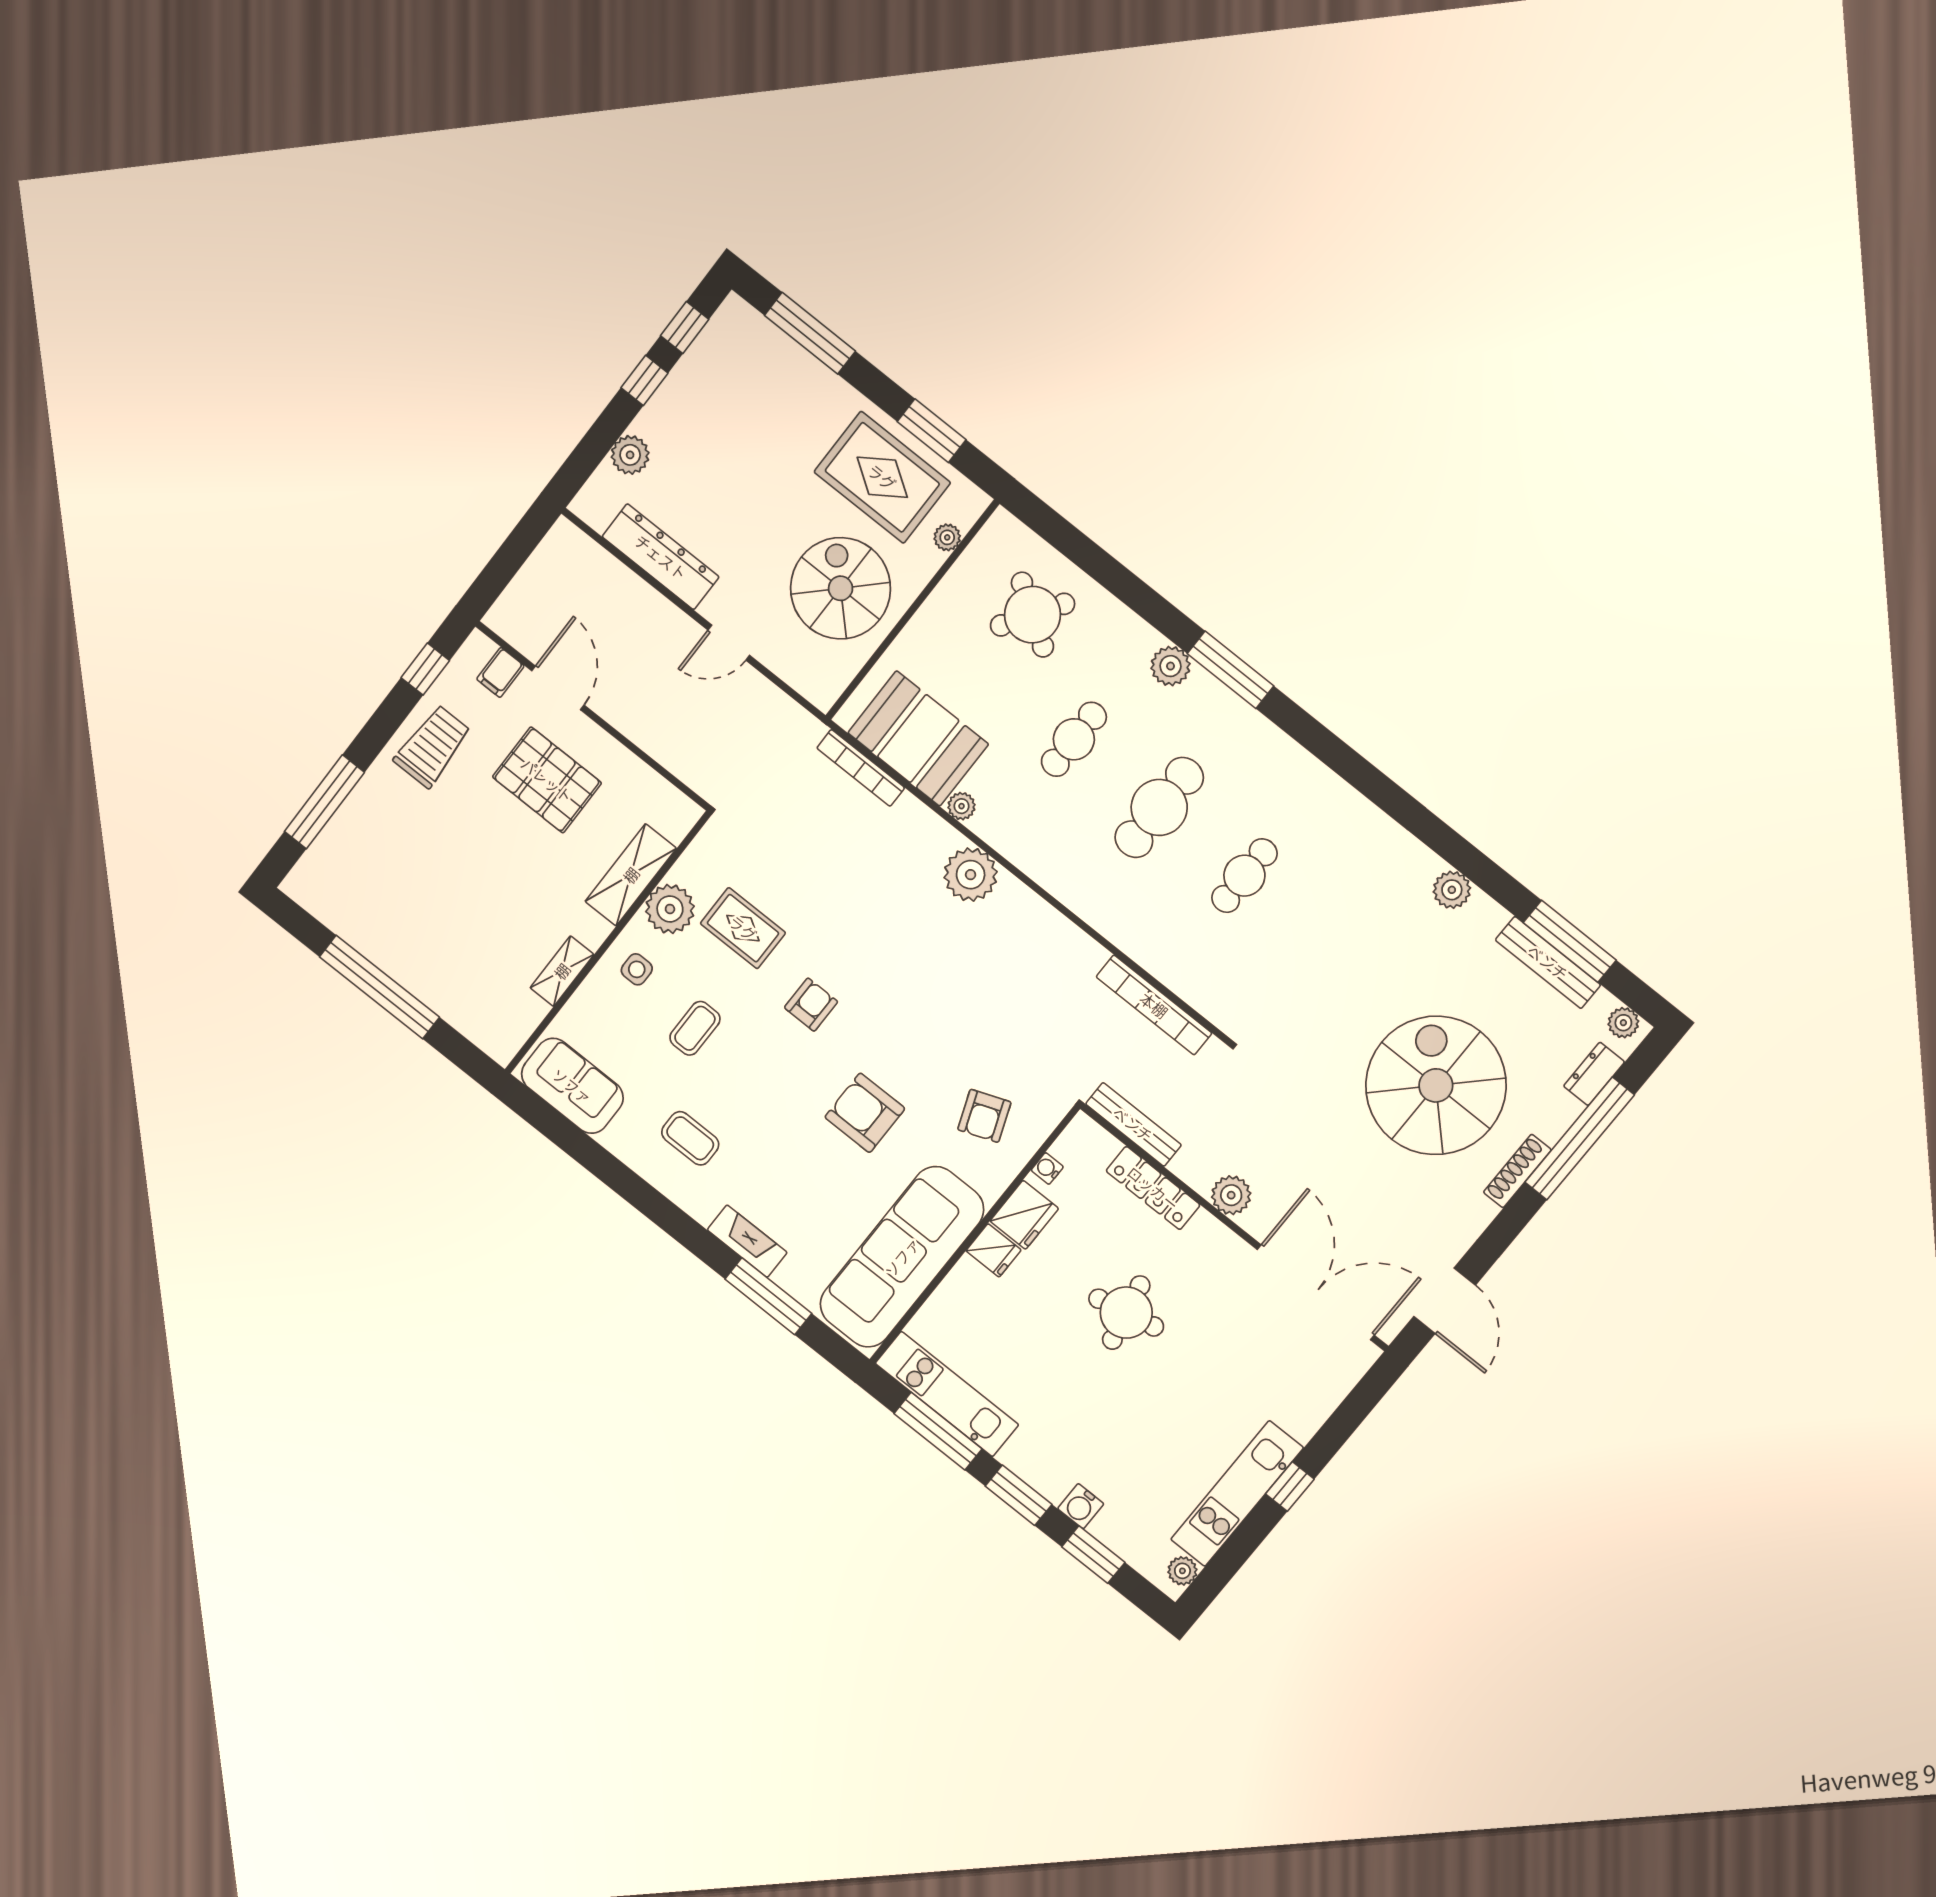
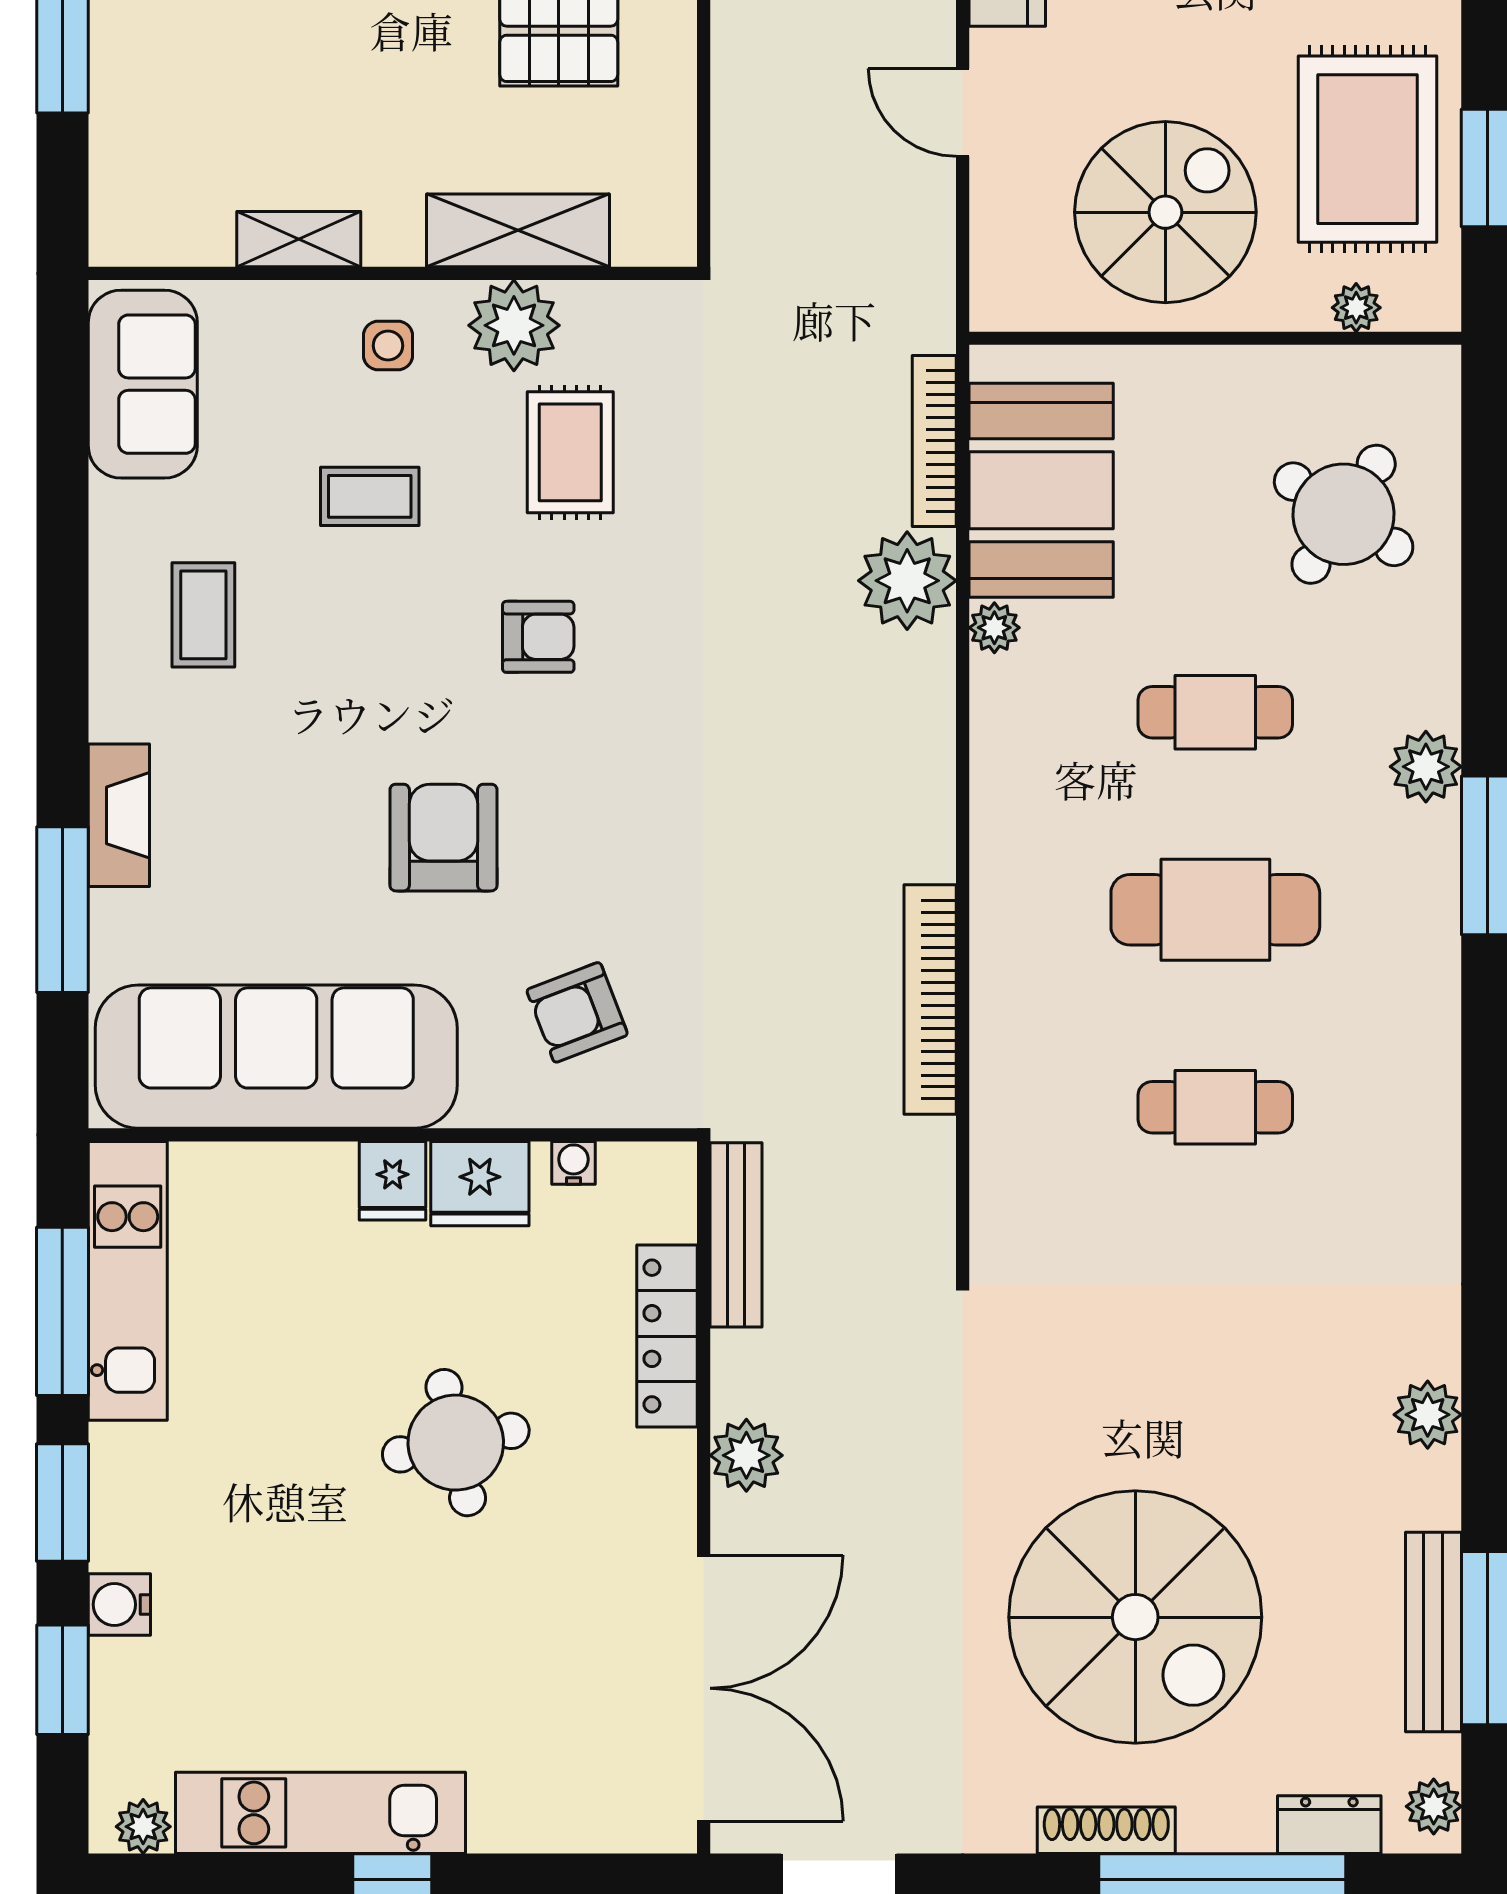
plant: (971, 875) -> (907, 581), moved
bookcase: (1154, 1005) -> (930, 1000), moved
spiral stairs: (1436, 1085) -> (1135, 1617), turned 90

